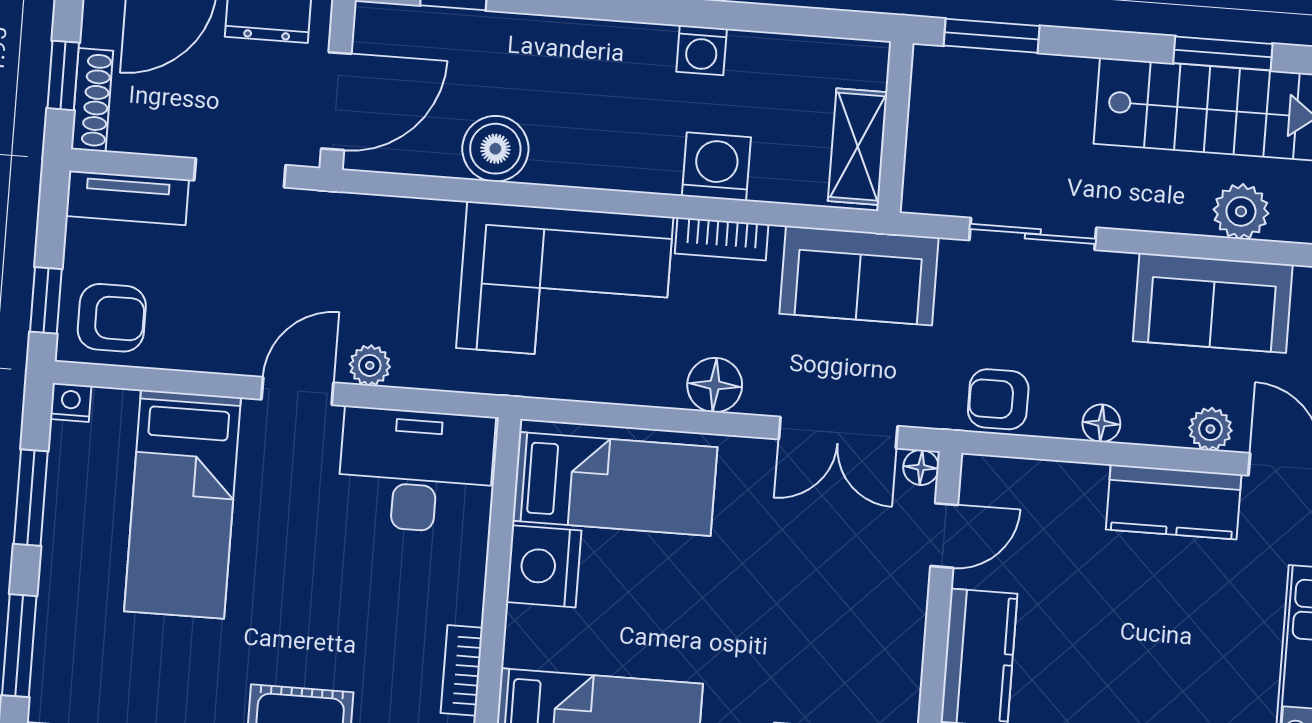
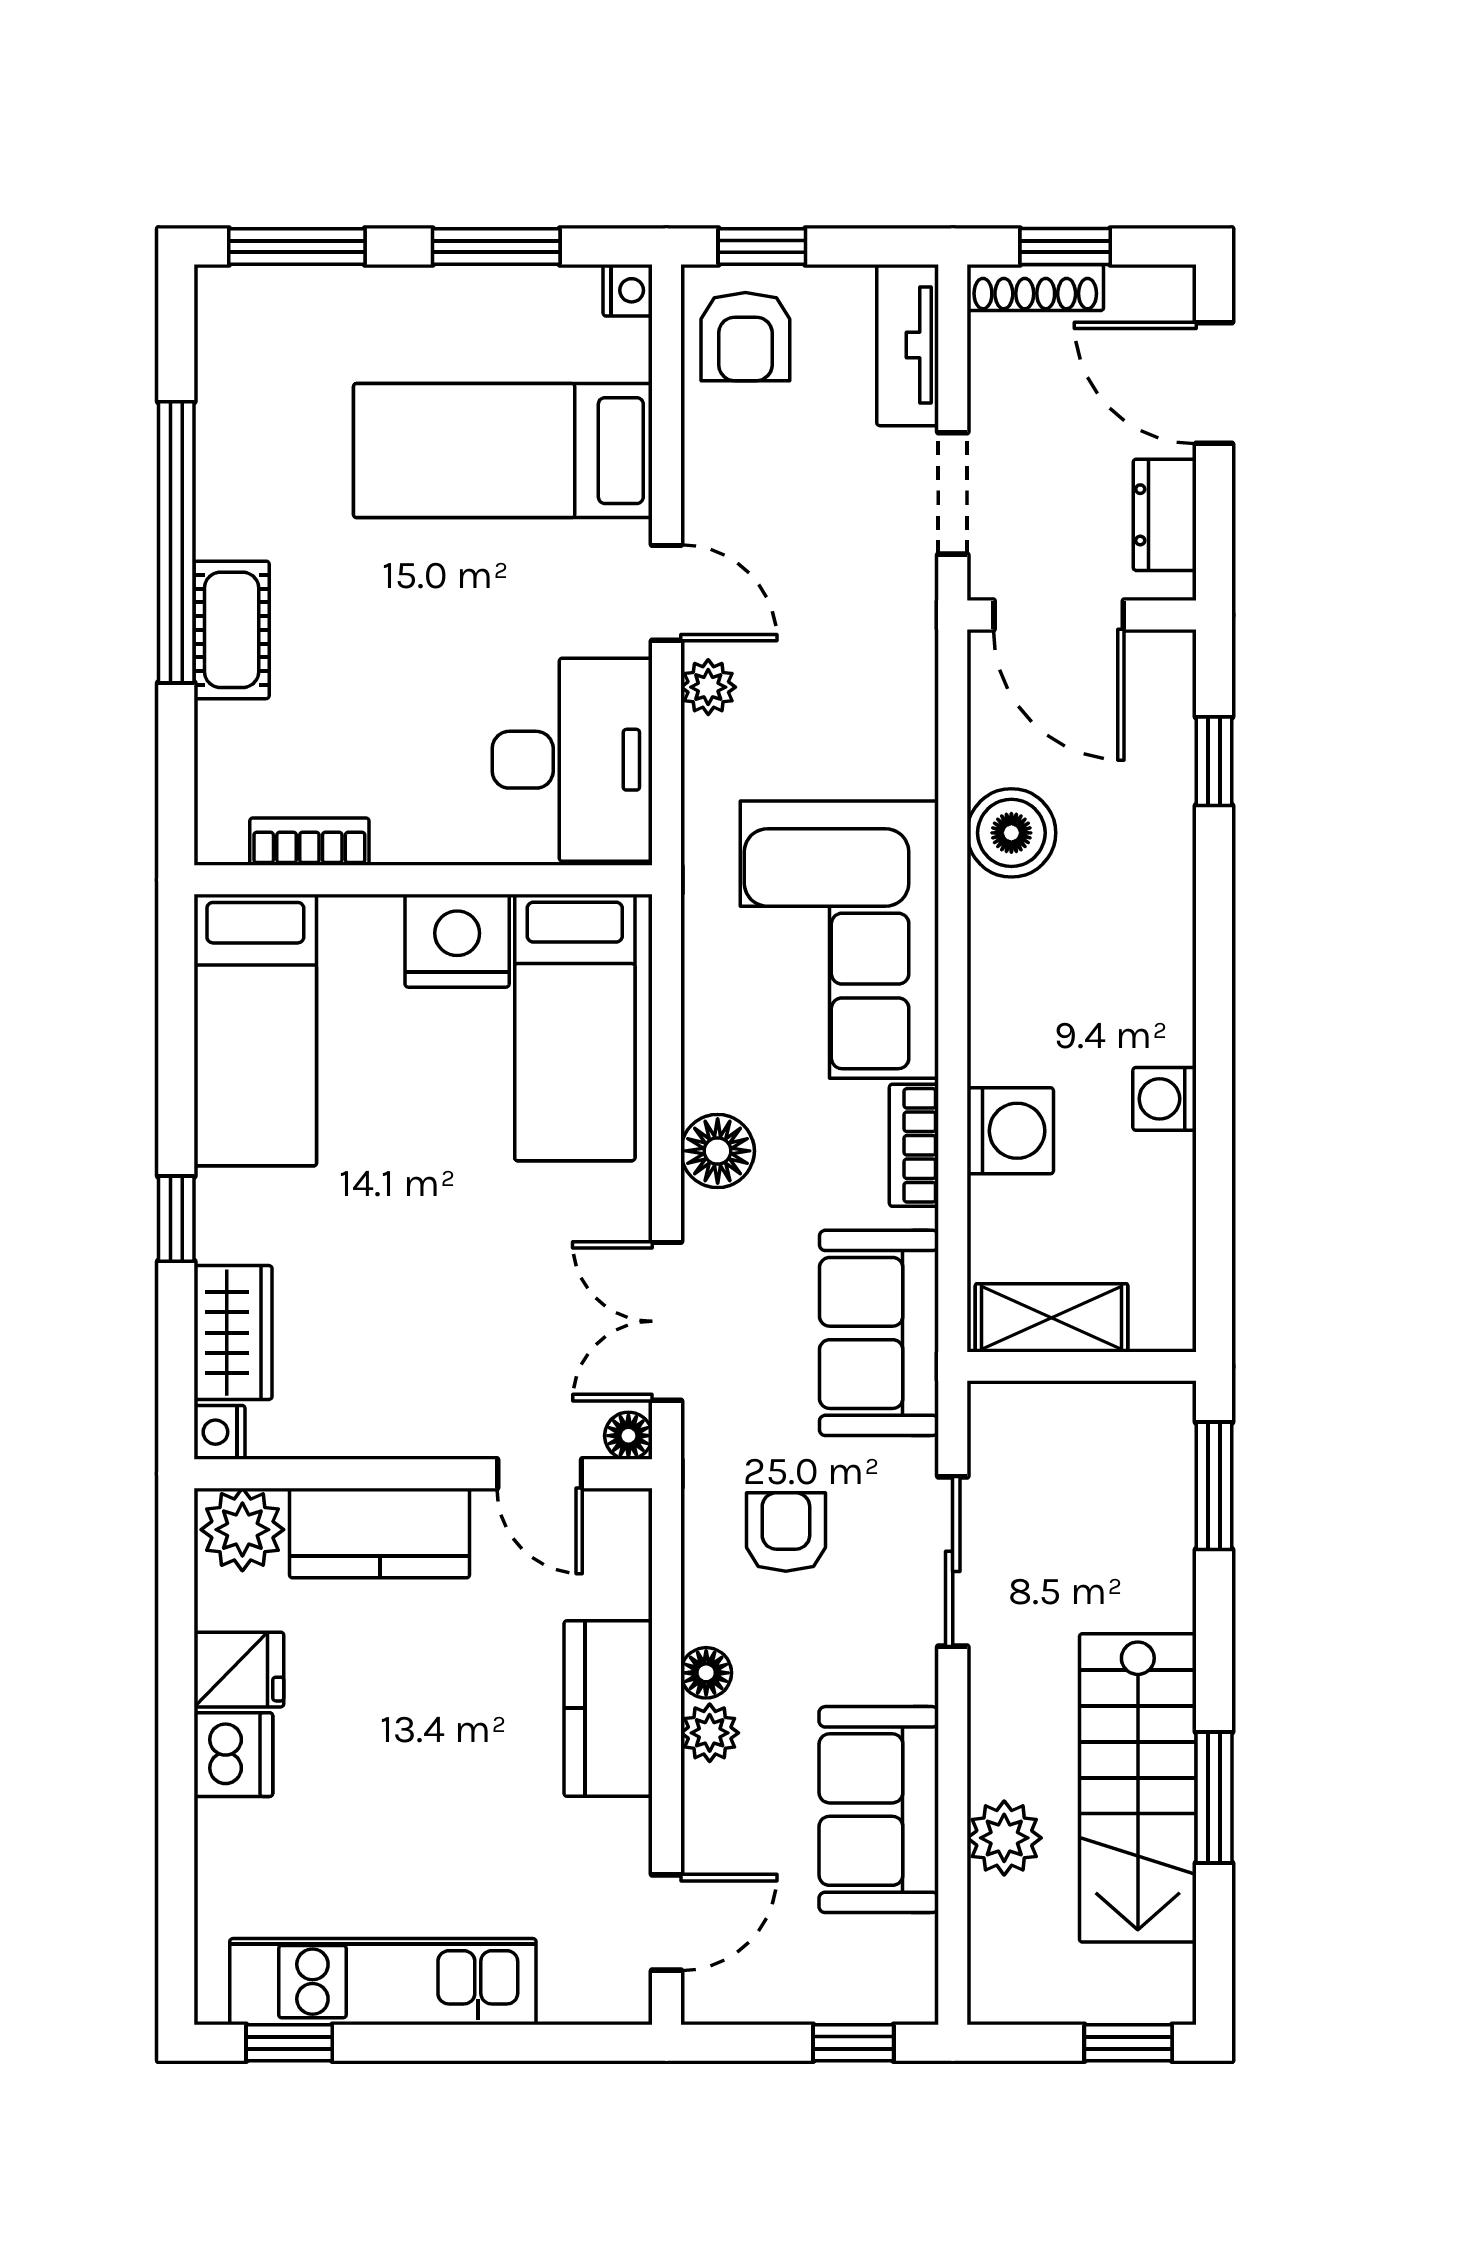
armchair: (998, 399) -> (786, 1532), moved
plant: (1210, 429) -> (710, 1733), moved
kitchen counter: (1174, 502) -> (608, 1708), moved

